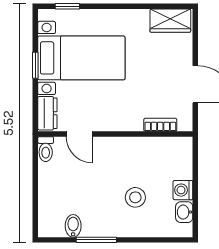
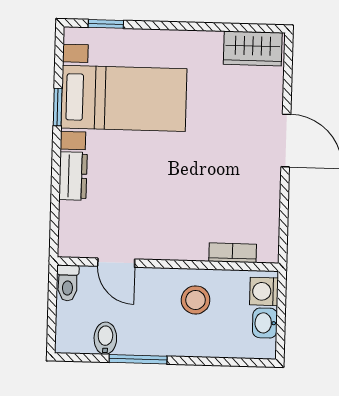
bookcase: (160, 125) -> (233, 253), moved
door: (79, 134) -> (116, 263), moved
wall: (115, 134) -> (168, 264), moved
toilet: (46, 149) -> (68, 283), moved

